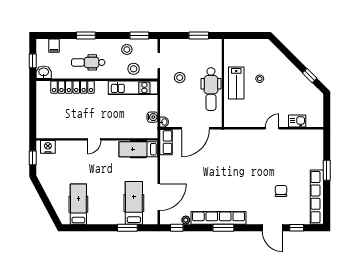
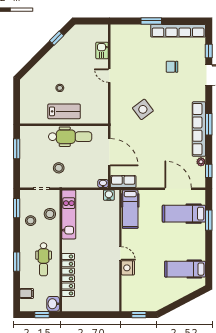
water cooler: (152, 117) -> (109, 195), moved
nightstand: (48, 147) -> (128, 268), moved
side table: (238, 162) -> (143, 109), added

